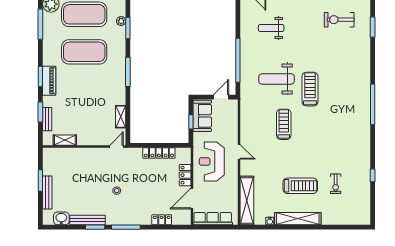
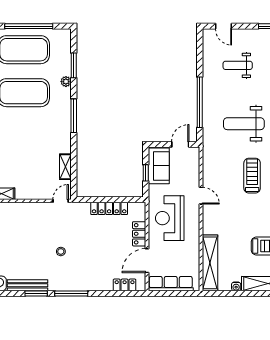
plant: (121, 21) -> (66, 82), moved
door: (239, 152) -> (201, 196), moved
locker: (162, 220) -> (125, 285), moved

